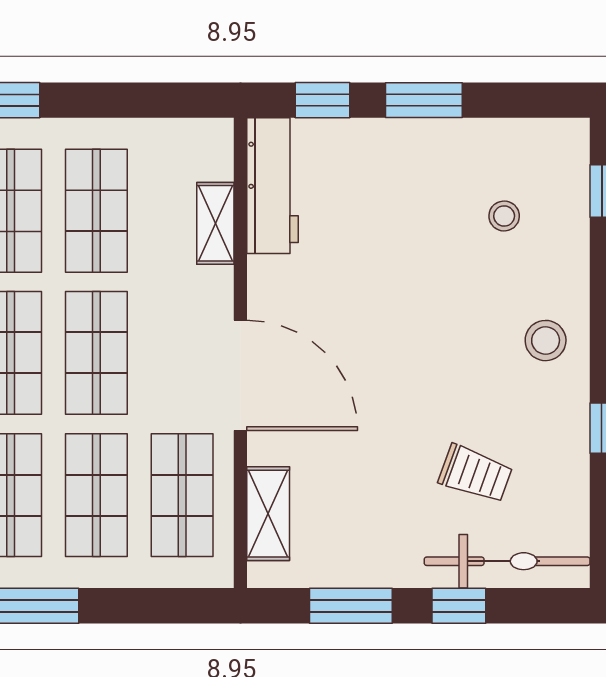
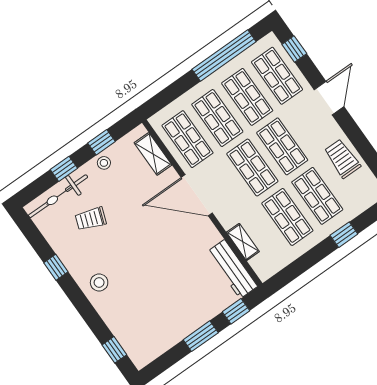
stool: (504, 216) -> (104, 163), moved
window: (351, 606) -> (101, 142), width x0.67

